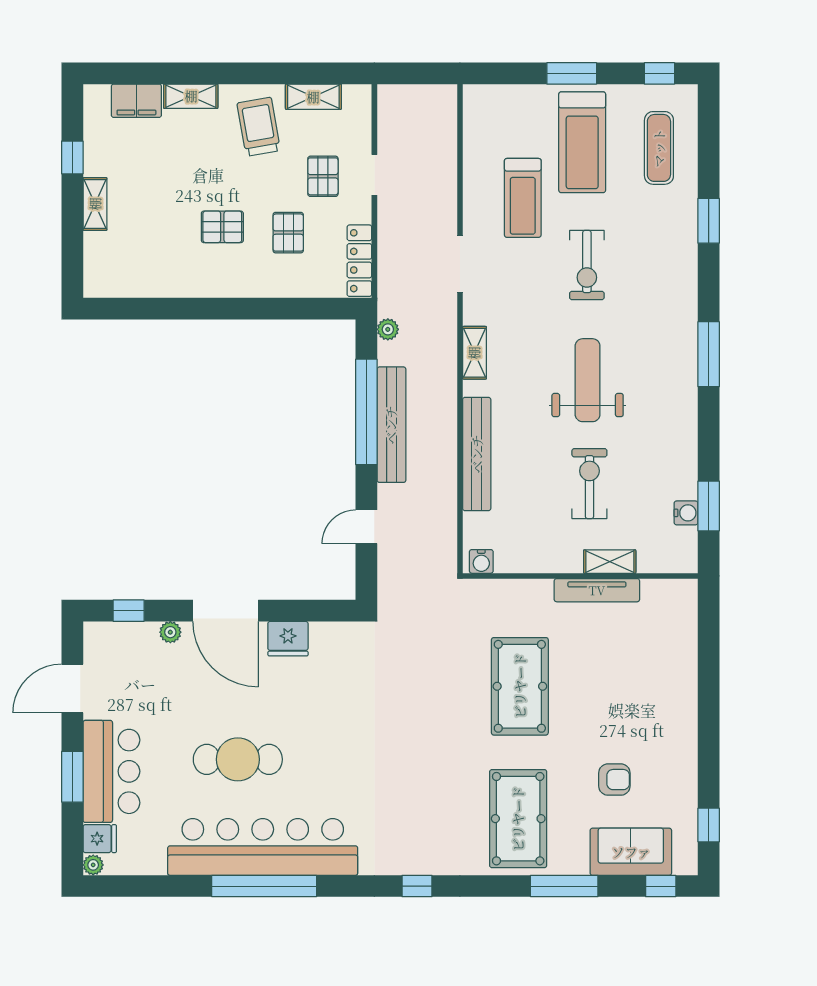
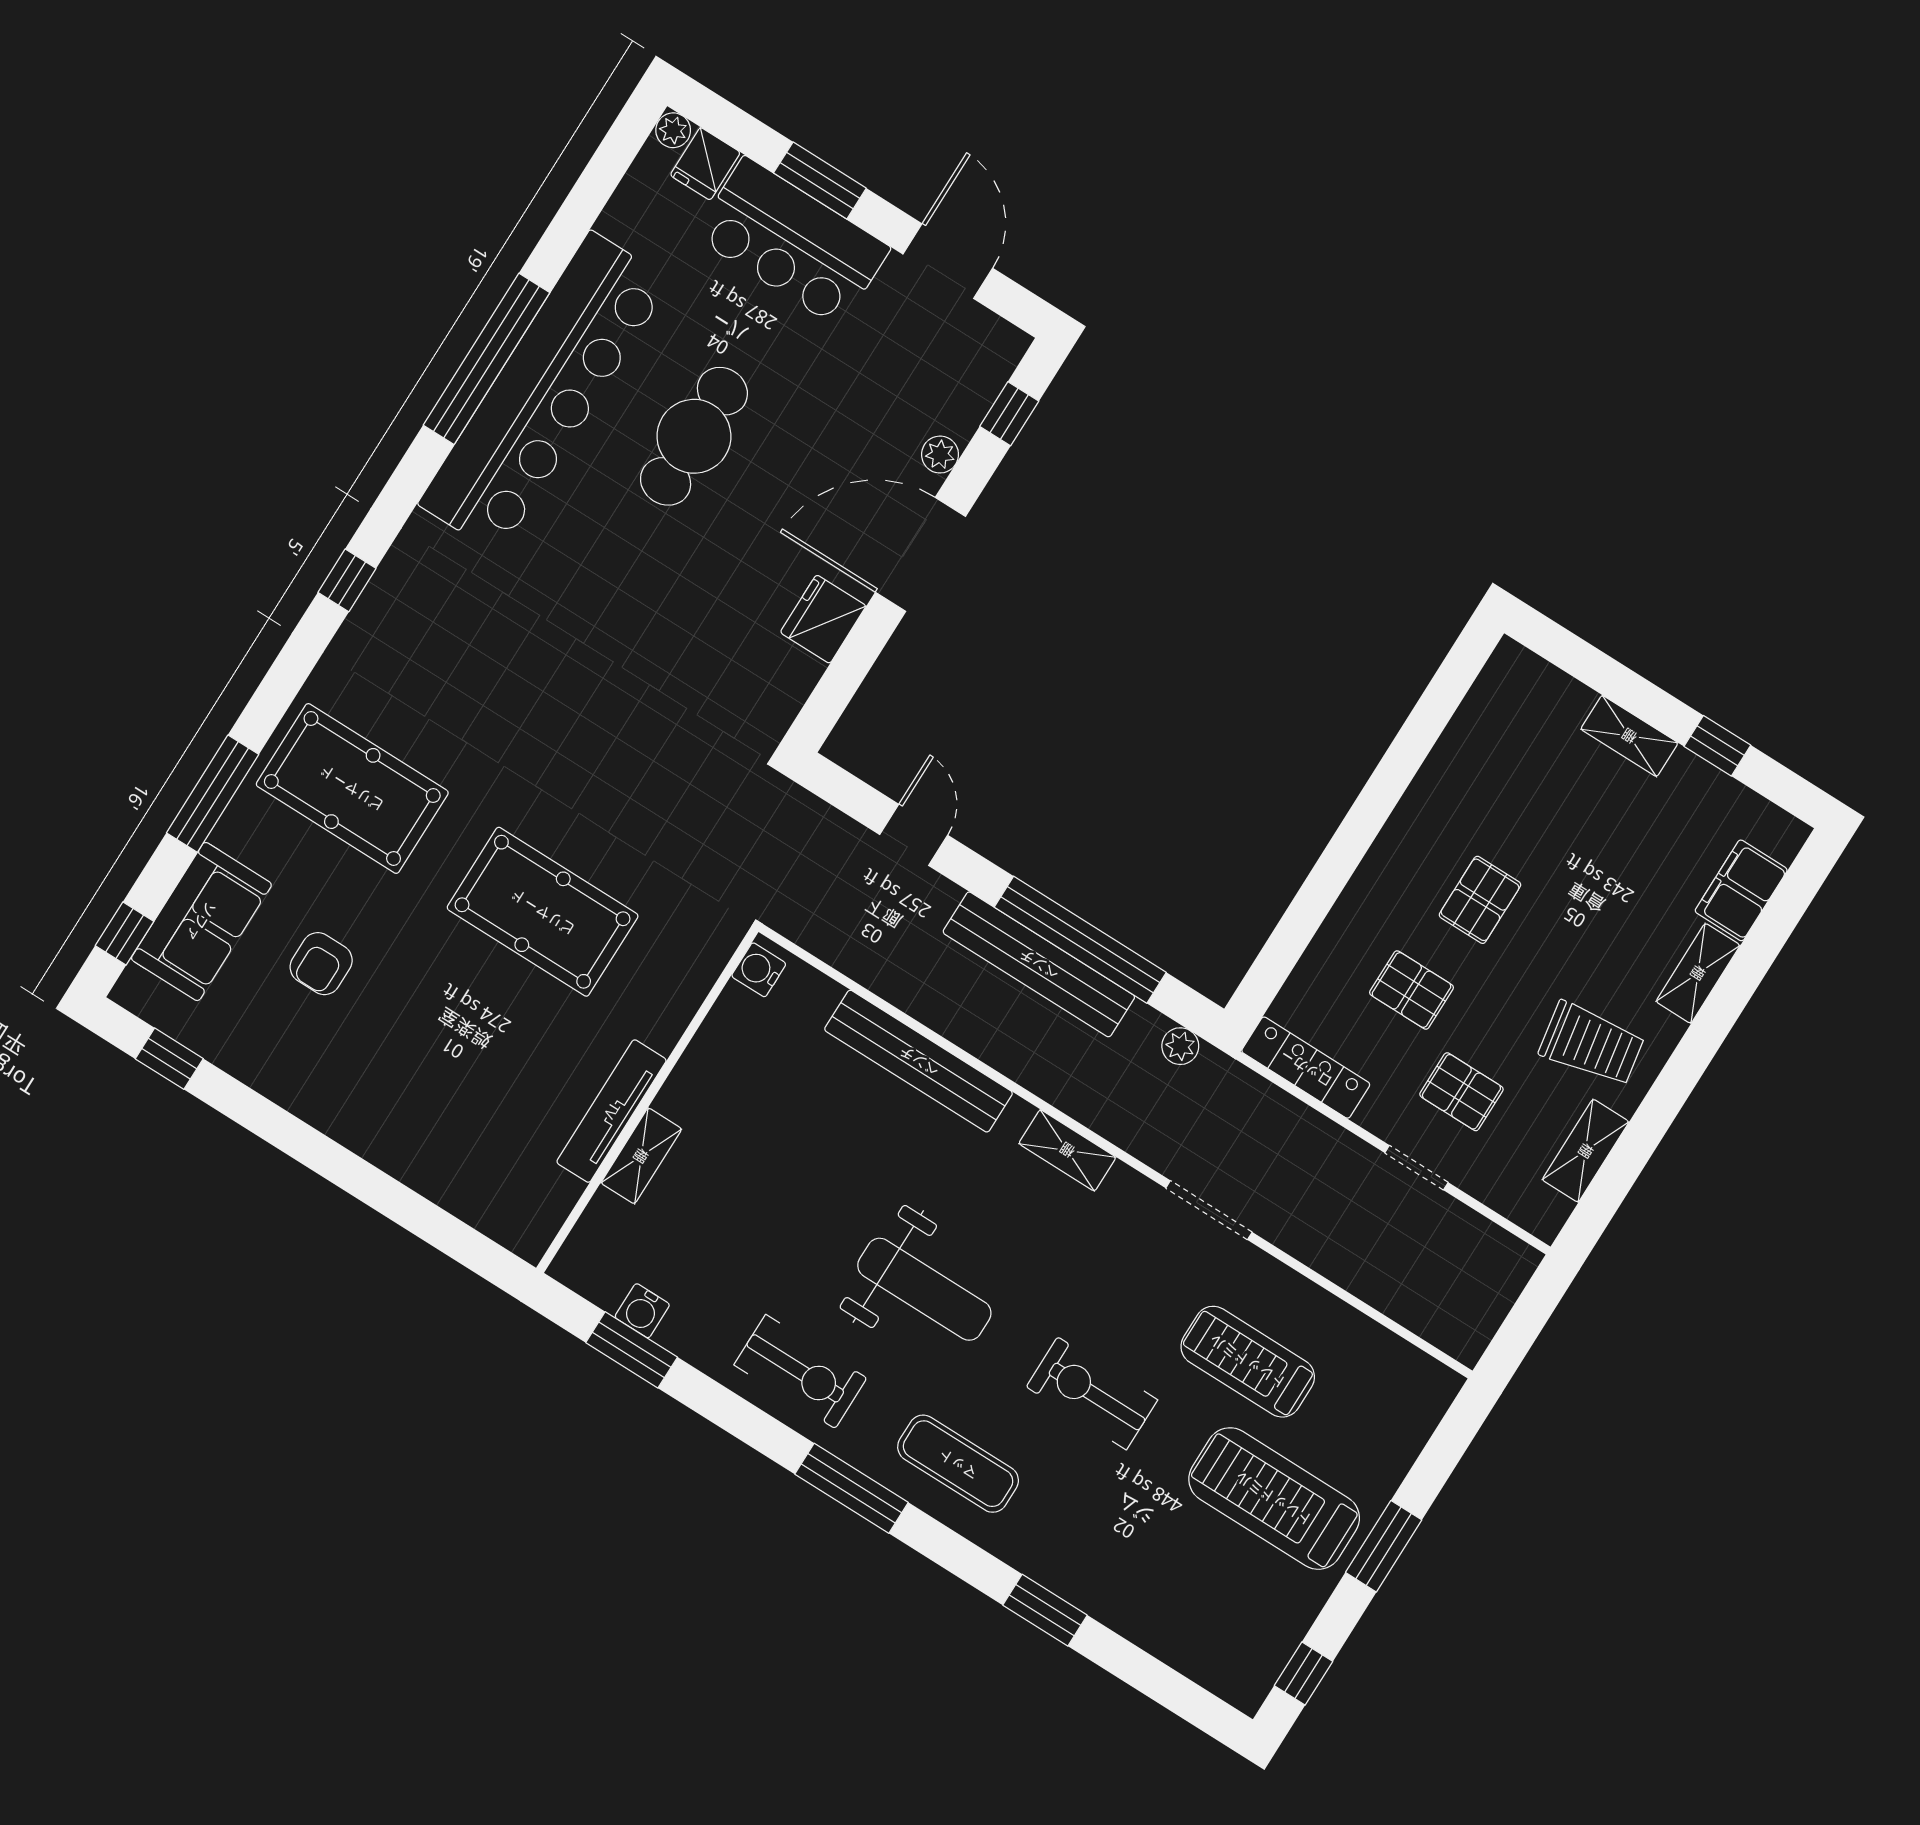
exercise mat: (659, 148) -> (958, 1464), moved
exercise bike: (589, 484) -> (800, 1371), moved

